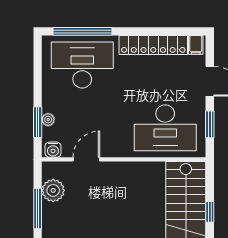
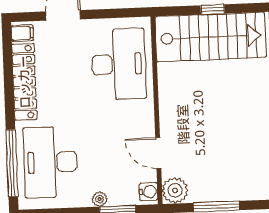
plant: (48, 120) -> (100, 199), moved
window: (210, 124) -> (112, 13), removed
plant: (53, 190) -> (175, 190), moved

